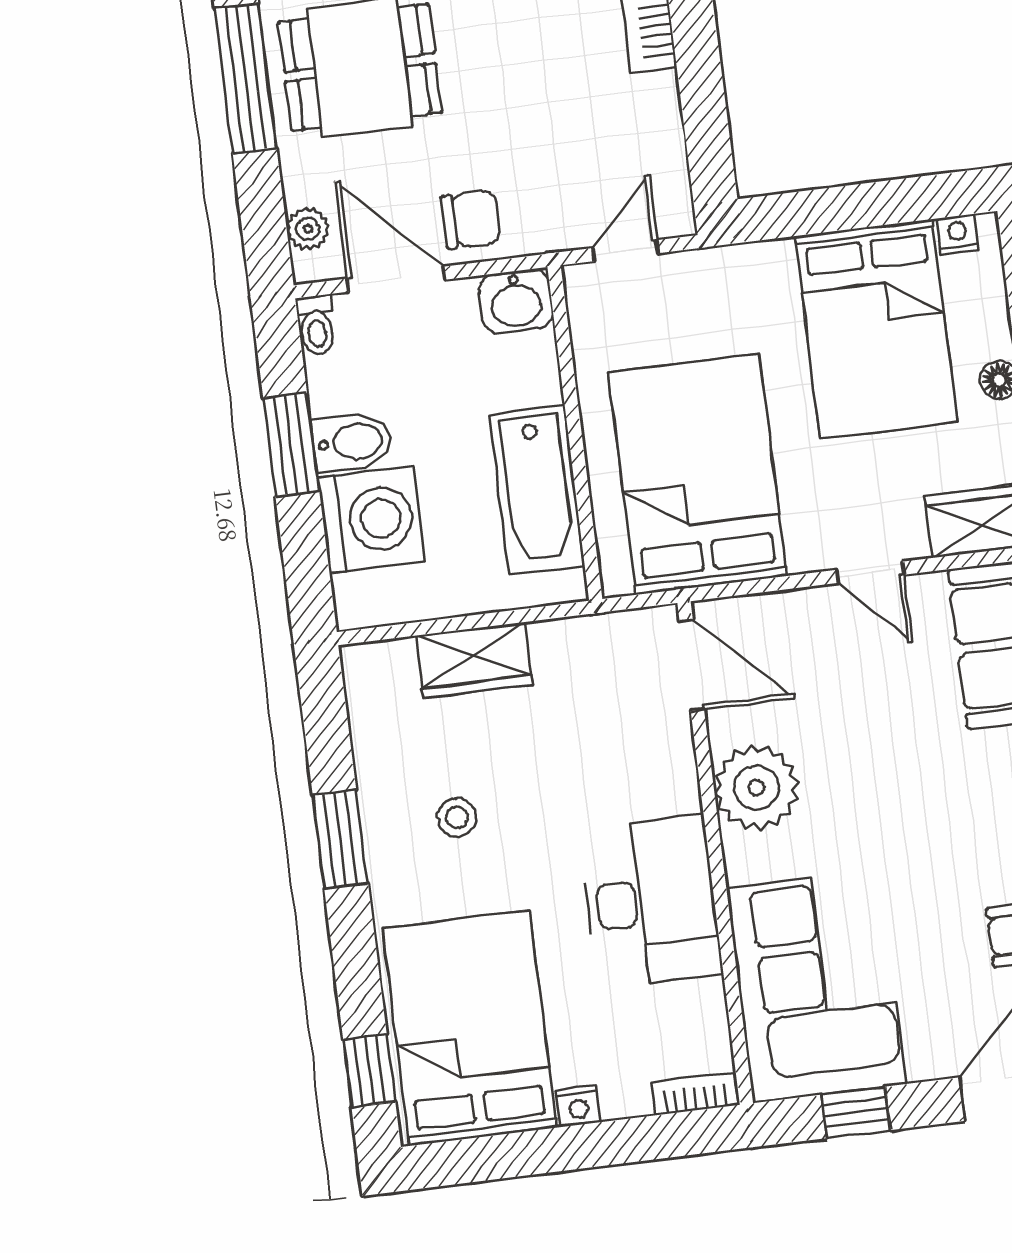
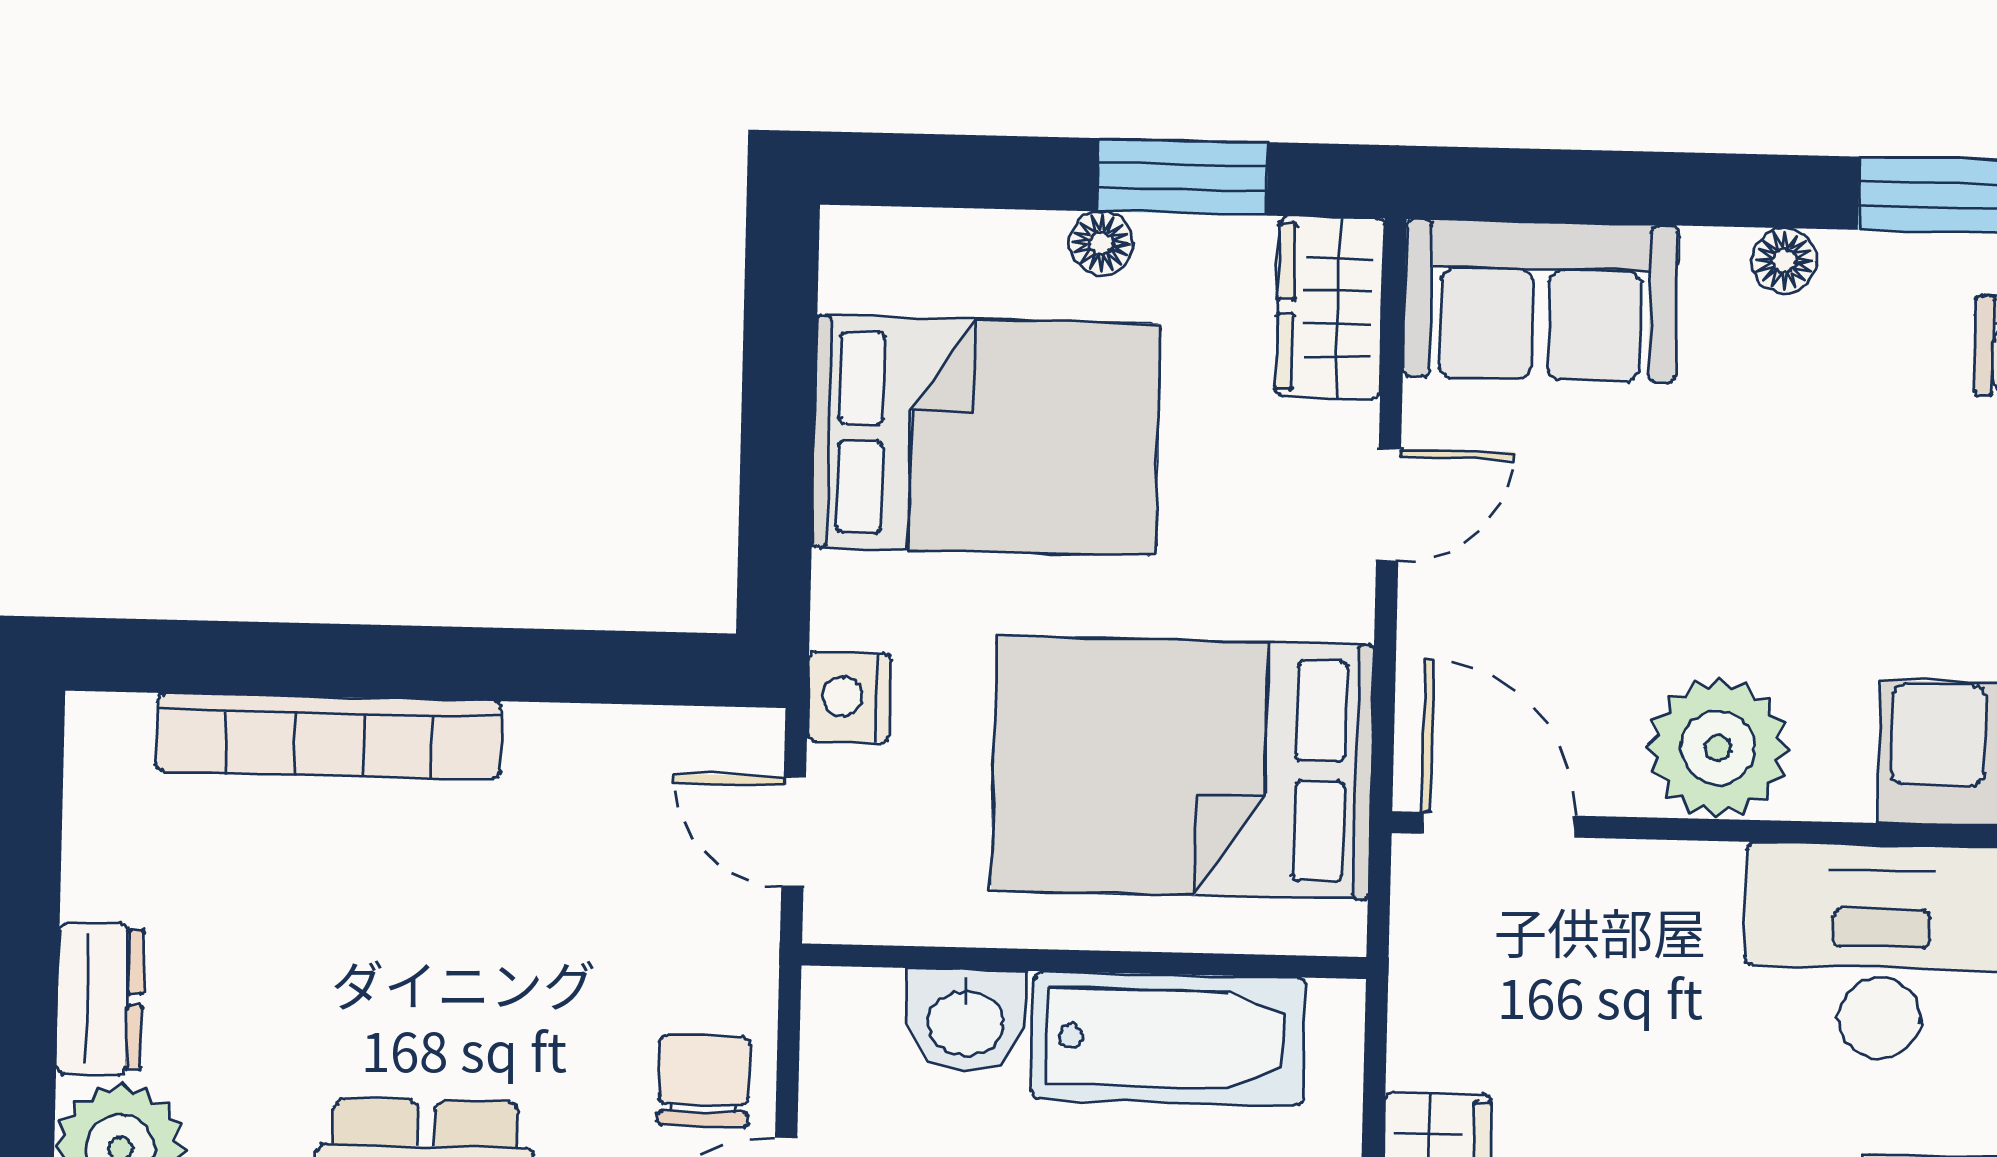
nightstand: (957, 234) -> (849, 697), moved, width x1.39, depth x1.35
washbasin: (516, 301) -> (966, 1020), moved, turned 90
door: (692, 665) -> (1498, 825), hinge flipped

